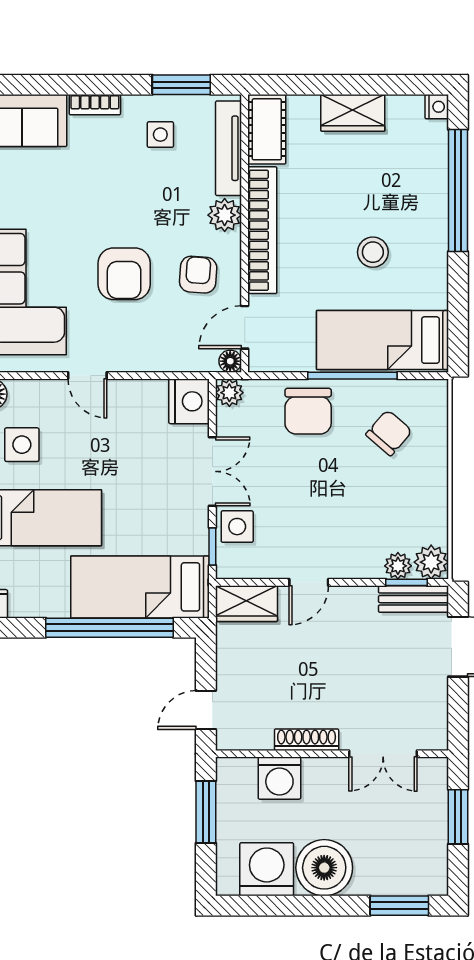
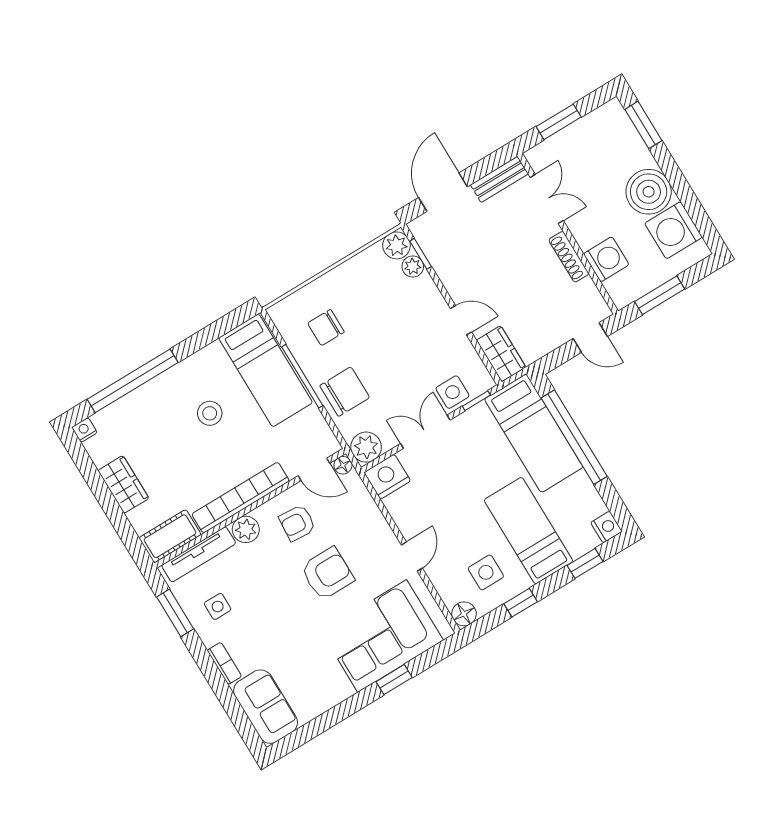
plant: (229, 393) -> (366, 447), width x1.38, depth x1.38
chair: (389, 433) -> (326, 328), turned -41
bench: (413, 599) -> (499, 179), moved, turned 90

